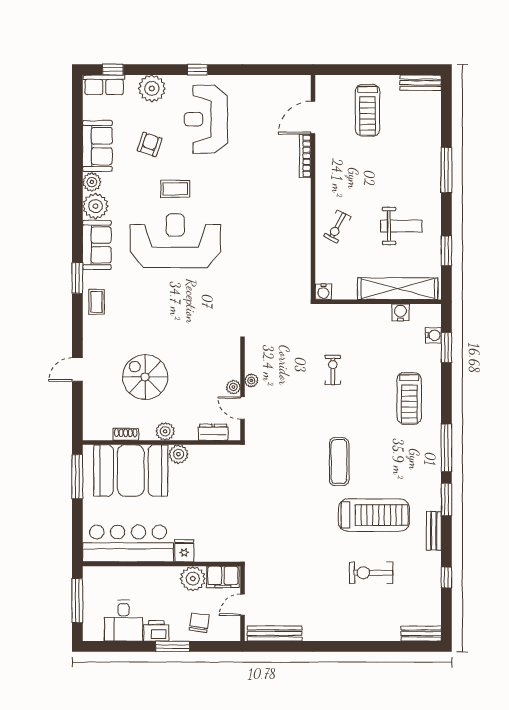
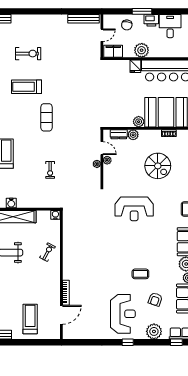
reception desk: (175, 241) -> (134, 209), moved, width x0.74, depth x0.77
plant: (165, 431) -> (133, 135), moved
treadmill: (374, 515) -> (27, 87), width x0.73, depth x0.73
plant: (193, 579) -> (142, 50), moved

